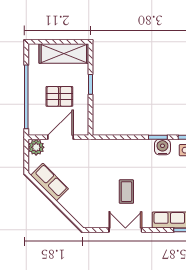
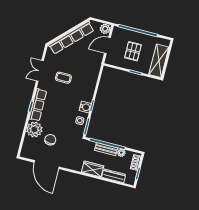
door: (61, 137) -> (107, 45), swing flipped
row of seats: (50, 182) -> (71, 38), width x2.02
double door: (125, 230) -> (40, 71), swing flipped

